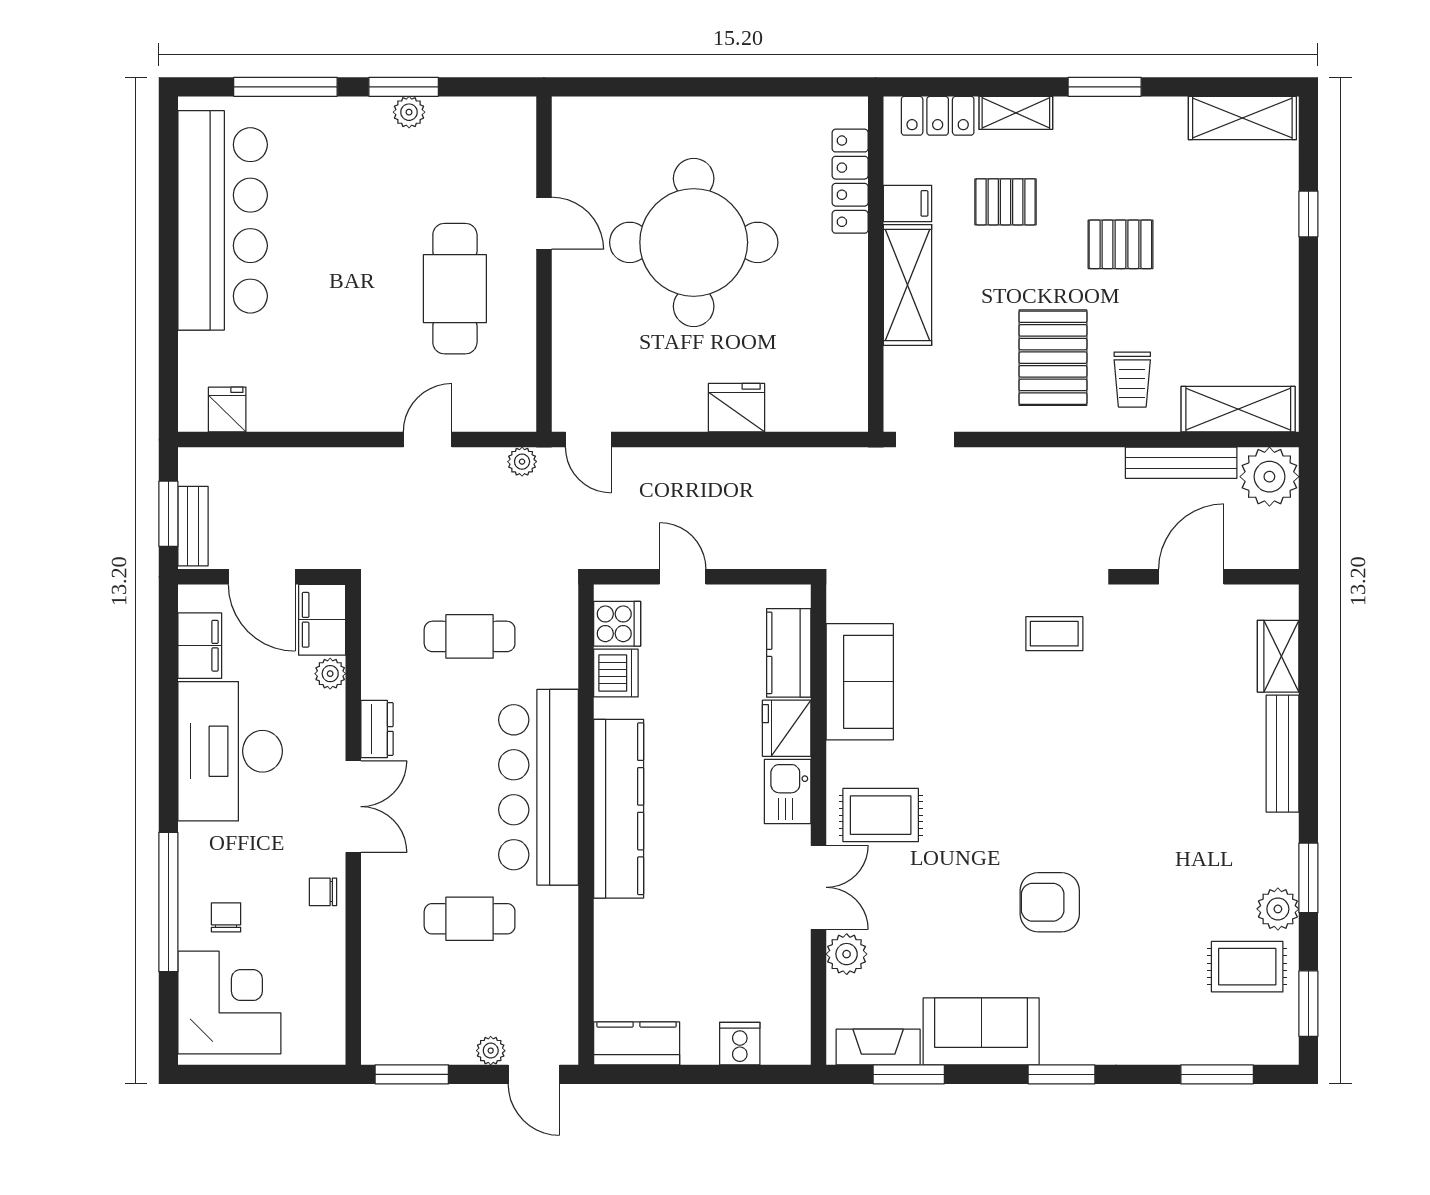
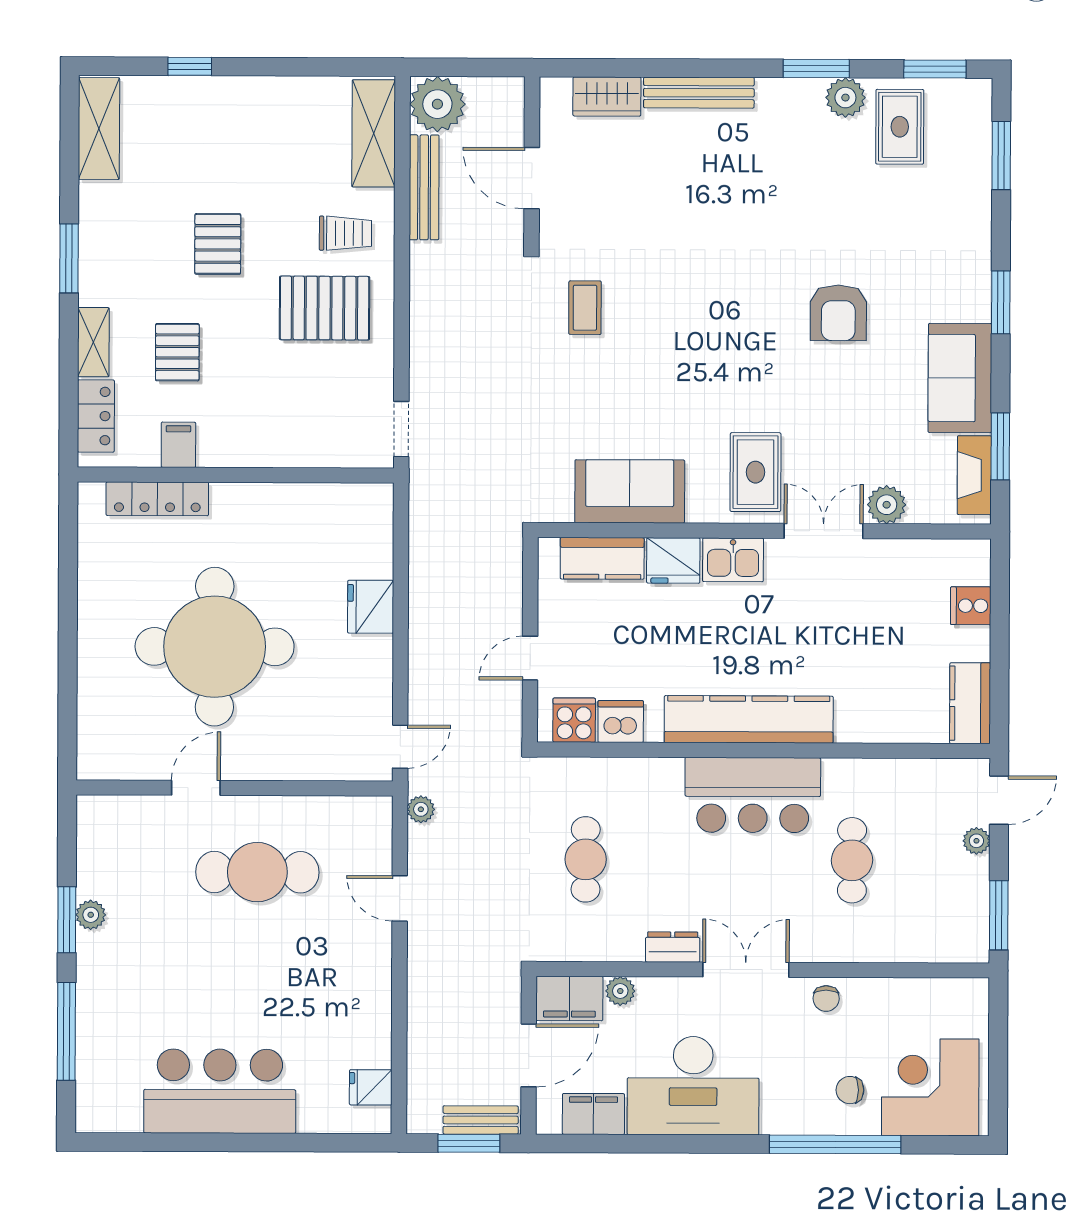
bar counter: (223, 220) -> (220, 1091), width x0.73
shelving: (907, 285) -> (255, 445), removed
bar counter: (538, 787) -> (753, 795), width x0.73

